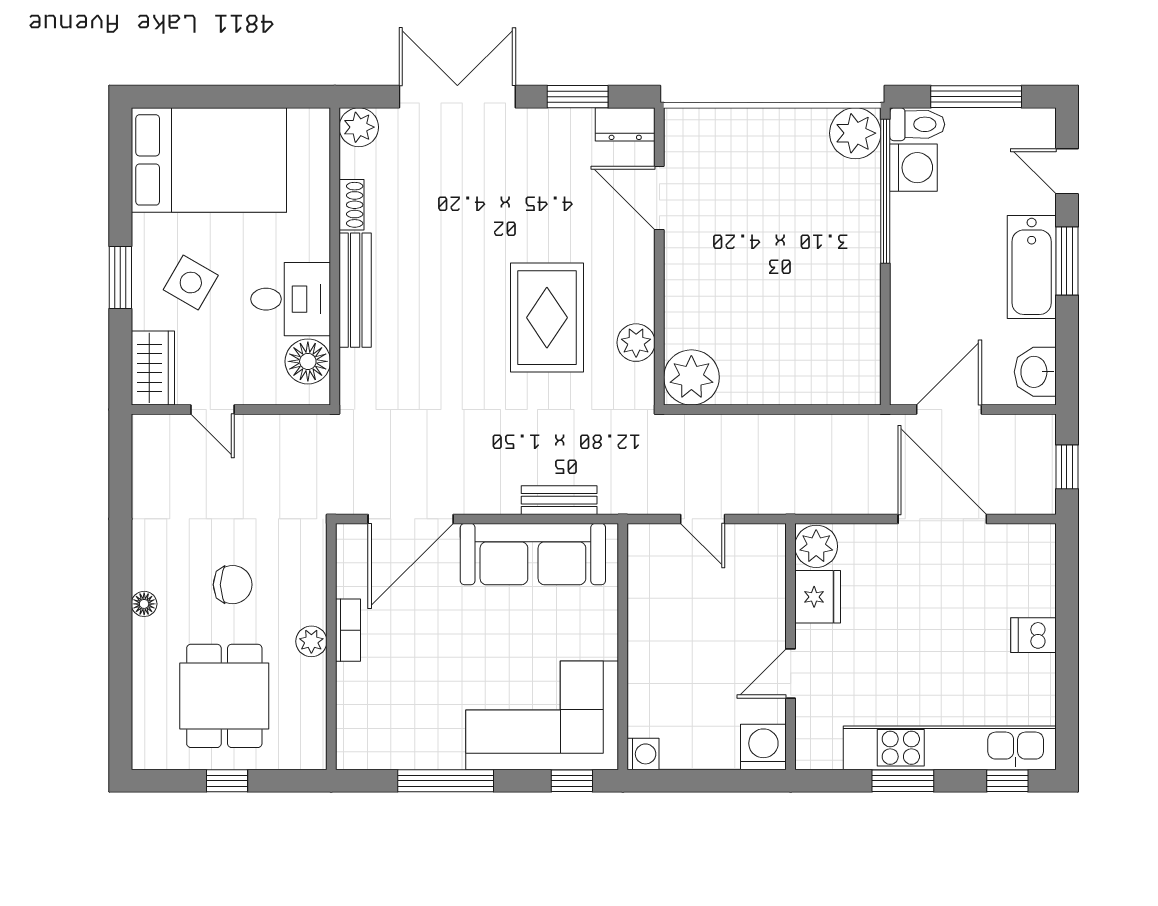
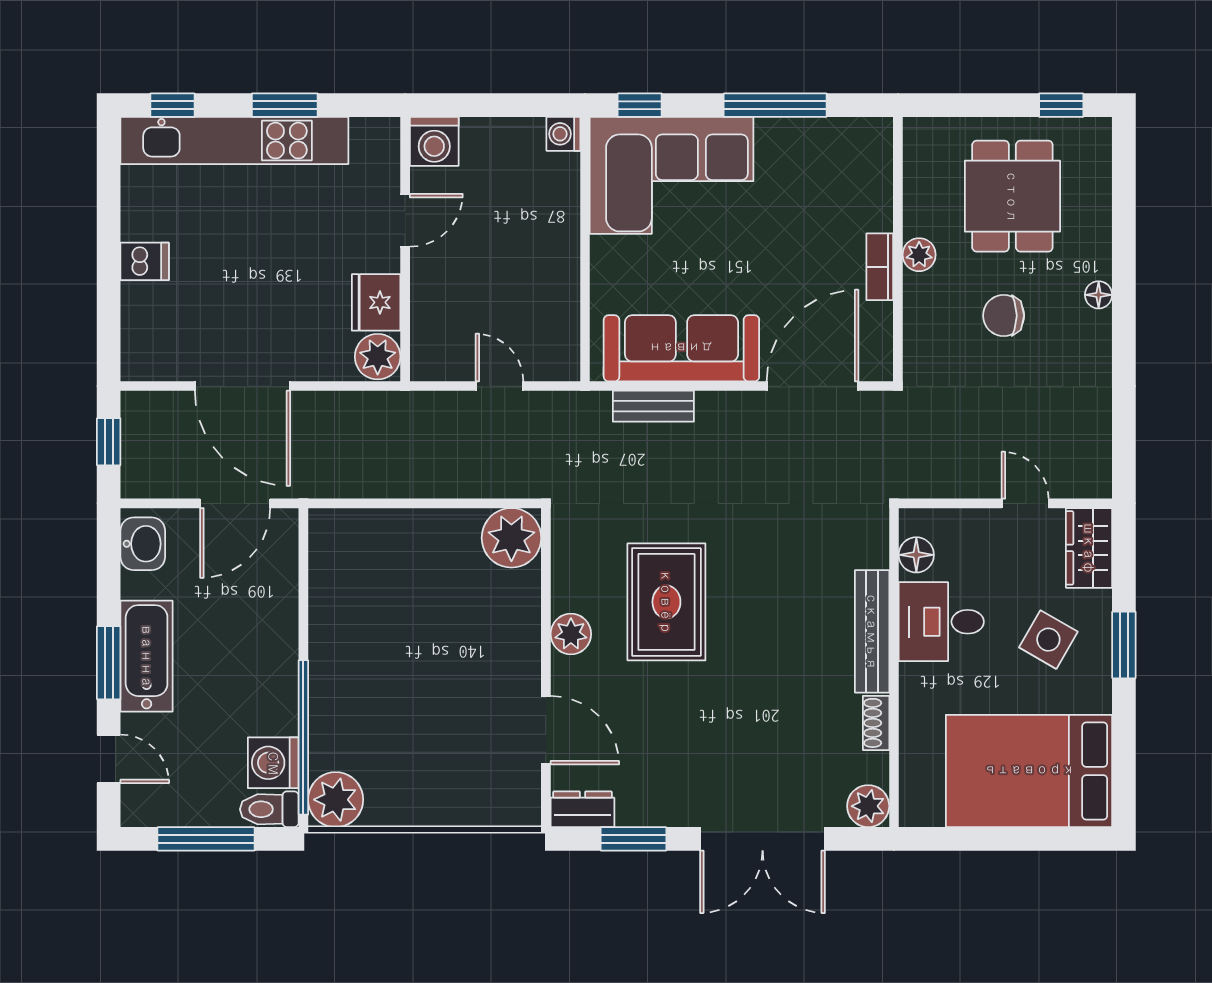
plant: (636, 343) -> (571, 634), moved
floor lamp: (308, 361) -> (916, 555), width x0.73, depth x0.73
window: (227, 781) -> (1061, 105), moved

